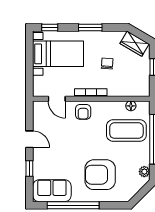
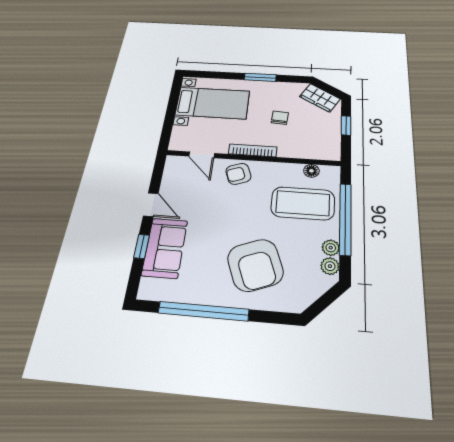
window: (50, 27) -> (206, 75), removed
armchair: (83, 112) -> (238, 174), turned 70
plant: (145, 160) -> (331, 248), added
armchair: (100, 175) -> (255, 265), turned -111
sofa: (52, 191) -> (165, 248), moved, turned 90

